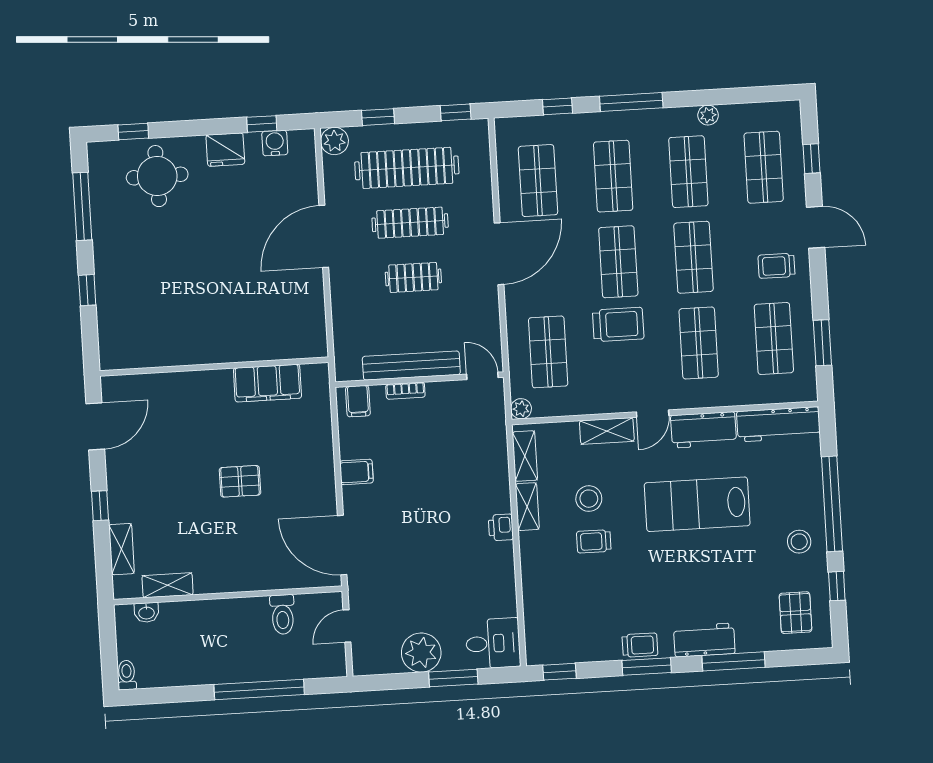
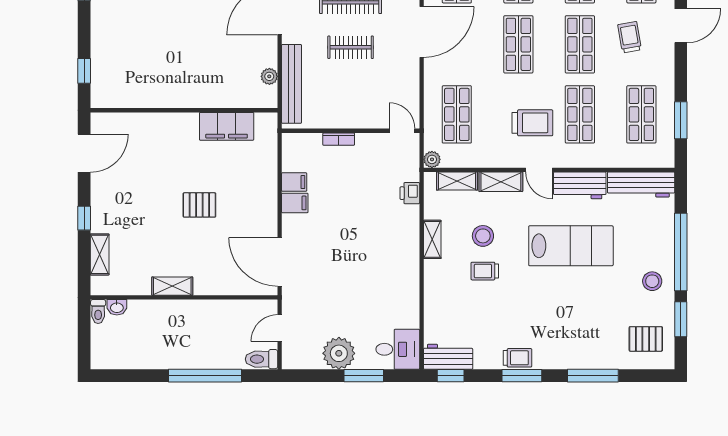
door: (816, 227) -> (681, 26), hinge flipped
trolley: (776, 266) -> (630, 37), moved, turned 80
window: (87, 290) -> (84, 71), moved
plant: (316, 319) -> (269, 76), added
trolley: (618, 325) -> (532, 123), moved
bench: (411, 366) -> (291, 84), moved, turned 90
filing cabinet: (358, 401) -> (294, 182), moved, turned -90
door: (653, 414) -> (539, 170), hinge flipped
shelving: (525, 456) -> (457, 181), moved, turned 90
lab bench: (697, 504) -> (571, 246), turned 180
printer: (501, 527) -> (410, 193), moved
shelving: (168, 585) -> (172, 286), moved
window: (837, 586) -> (681, 319), width x1.50
pallet: (795, 613) -> (646, 339), turned 90
toilet: (282, 614) -> (261, 359), moved, turned 90
workbench: (704, 640) -> (448, 357), moved
toilet: (127, 675) -> (98, 312), moved, turned 180

